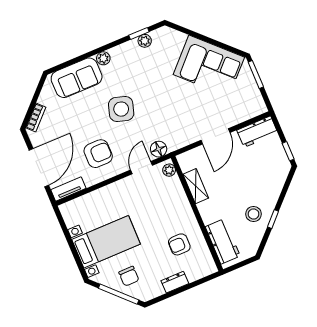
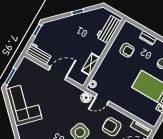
stool: (254, 214) -> (83, 24), removed

